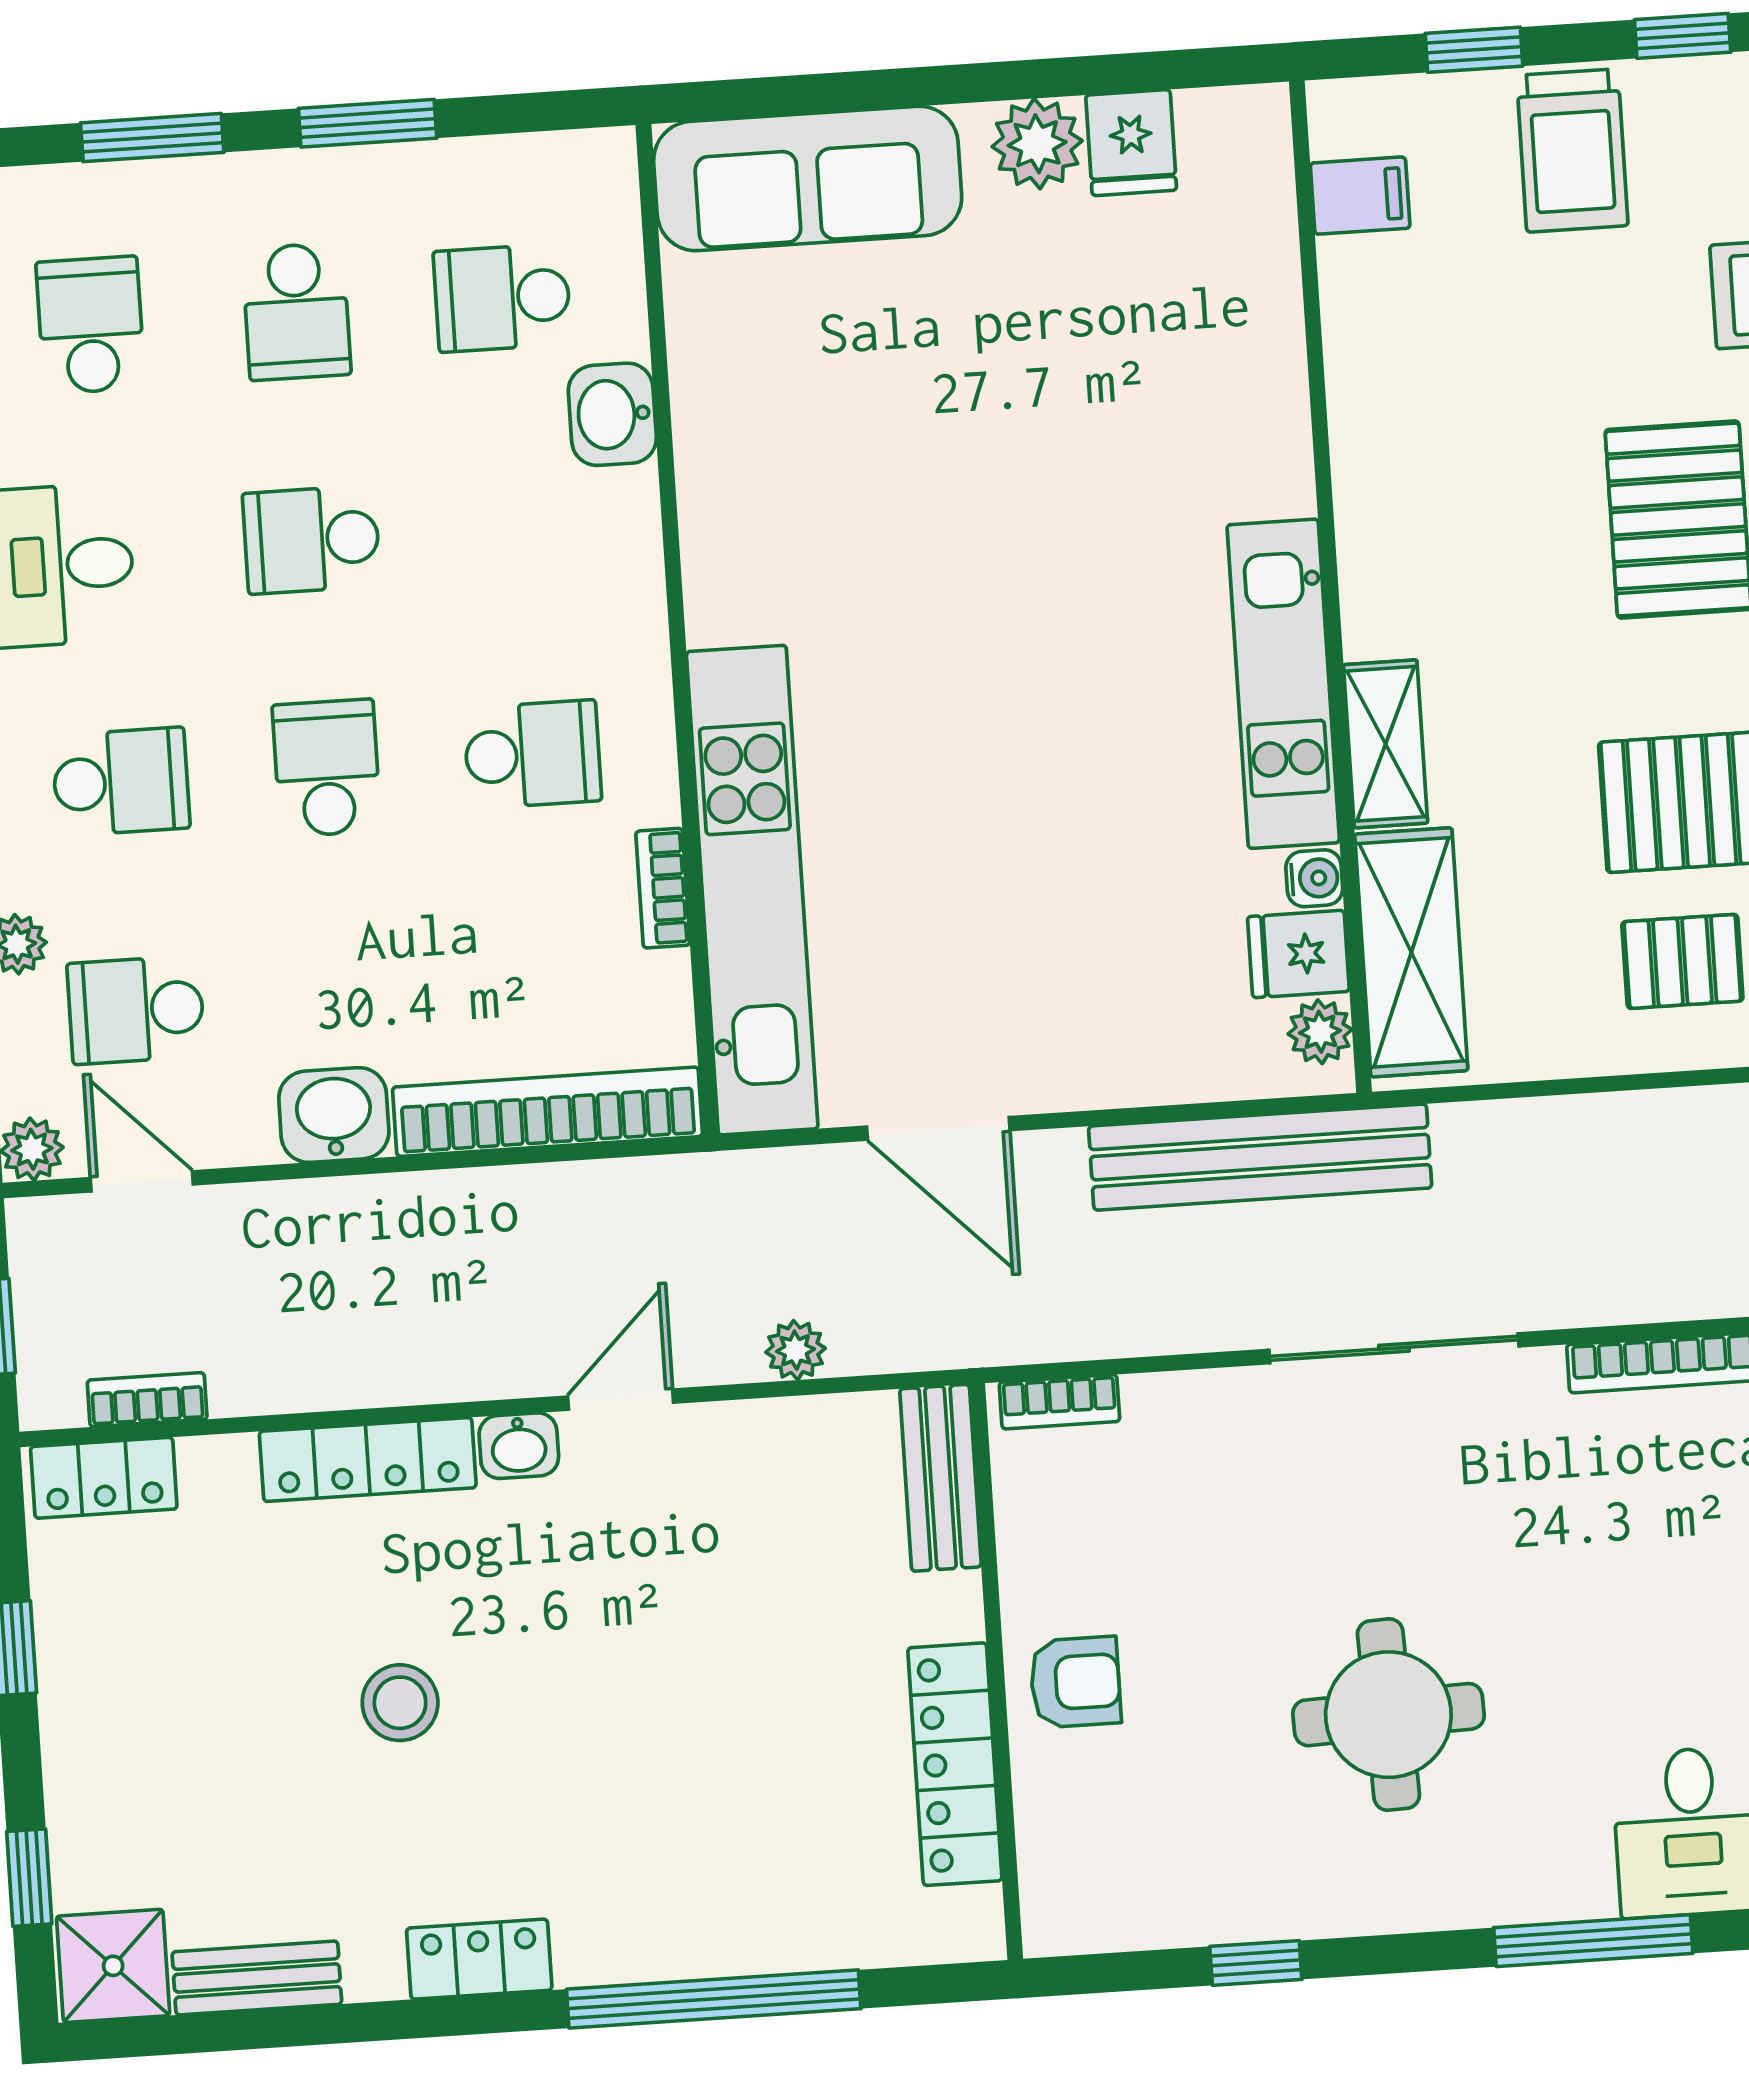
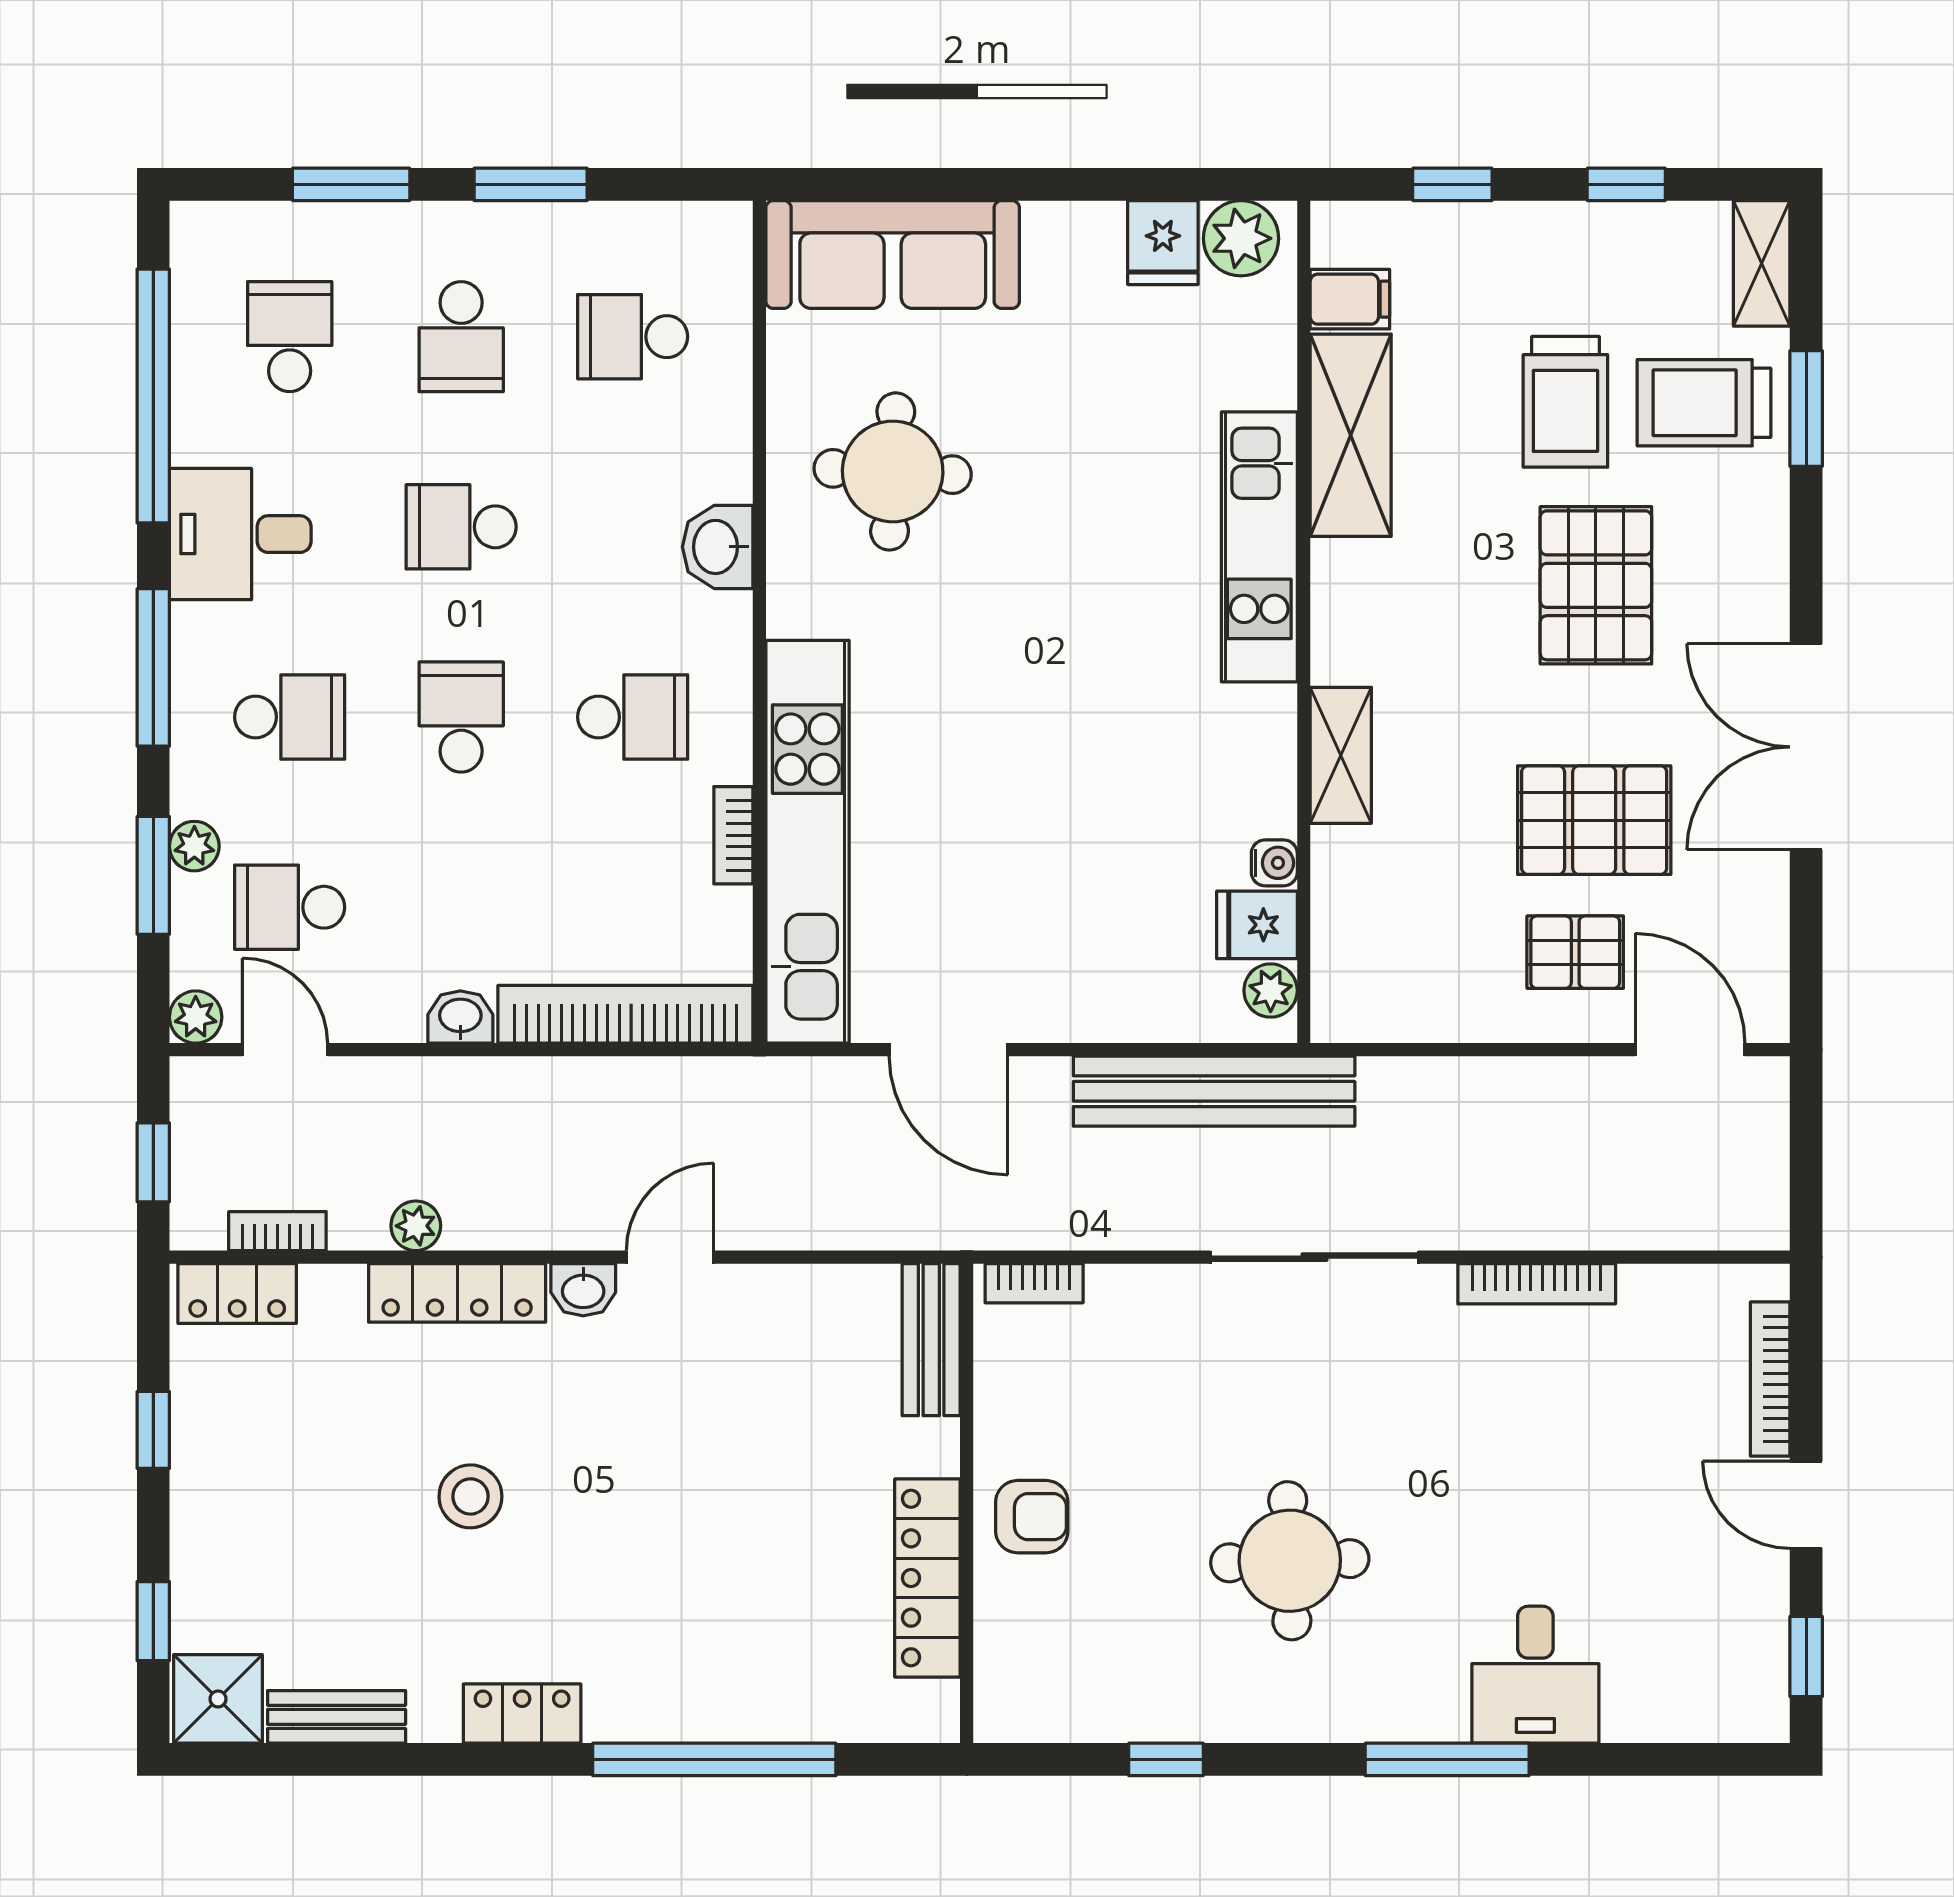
plant: (1037, 144) -> (1241, 238), moved
trolley: (1572, 150) -> (1565, 402), moved
washbasin: (612, 414) -> (718, 547), moved
round table: (825, 439) -> (893, 471), added
kitchen unit: (1283, 684) -> (1259, 547), moved
shelving: (1411, 952) -> (1351, 435), moved
washbasin: (334, 1115) -> (460, 1017), width x0.72, depth x0.69
plant: (796, 1350) -> (416, 1226), moved

